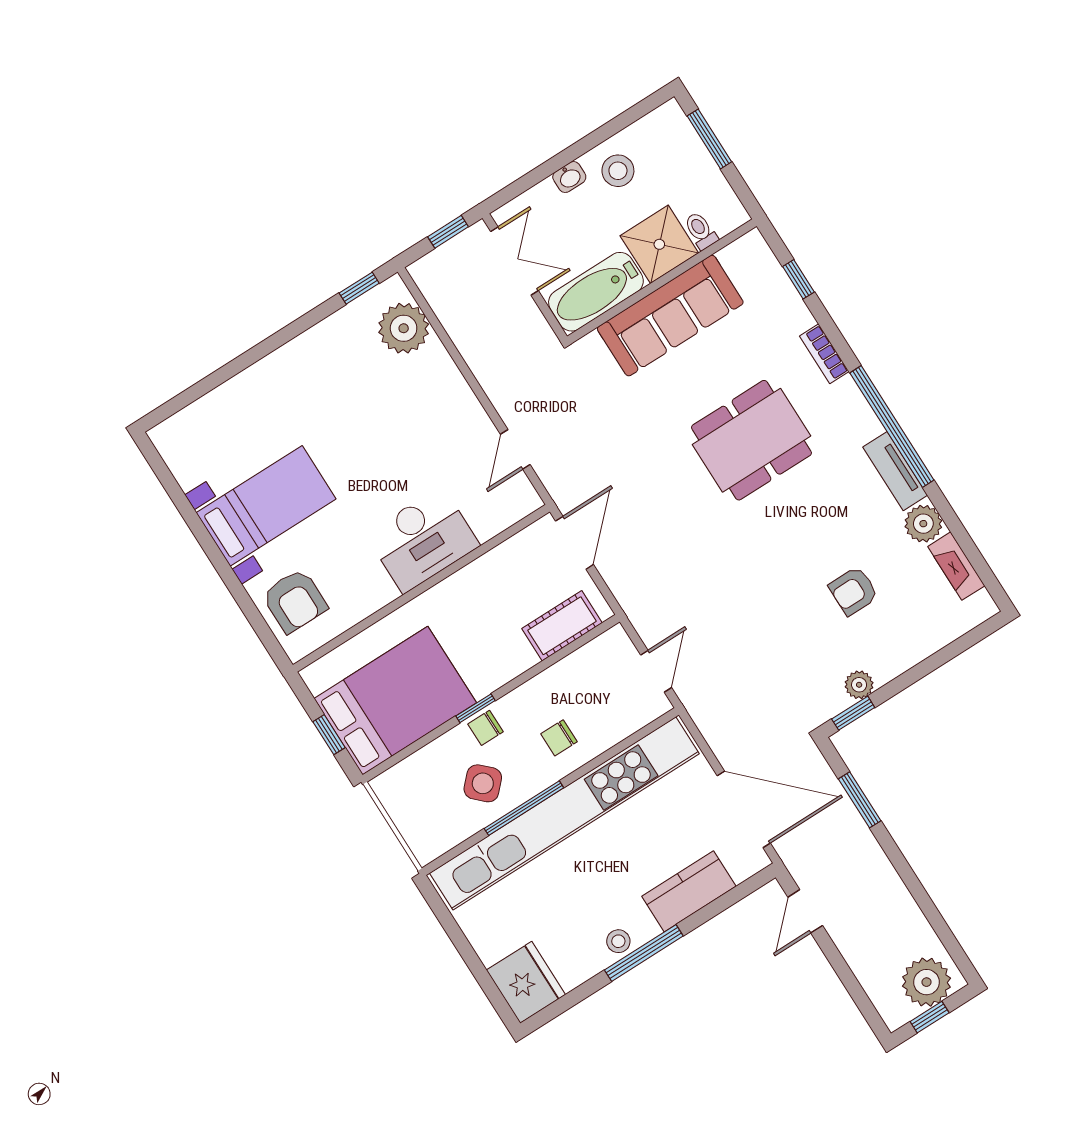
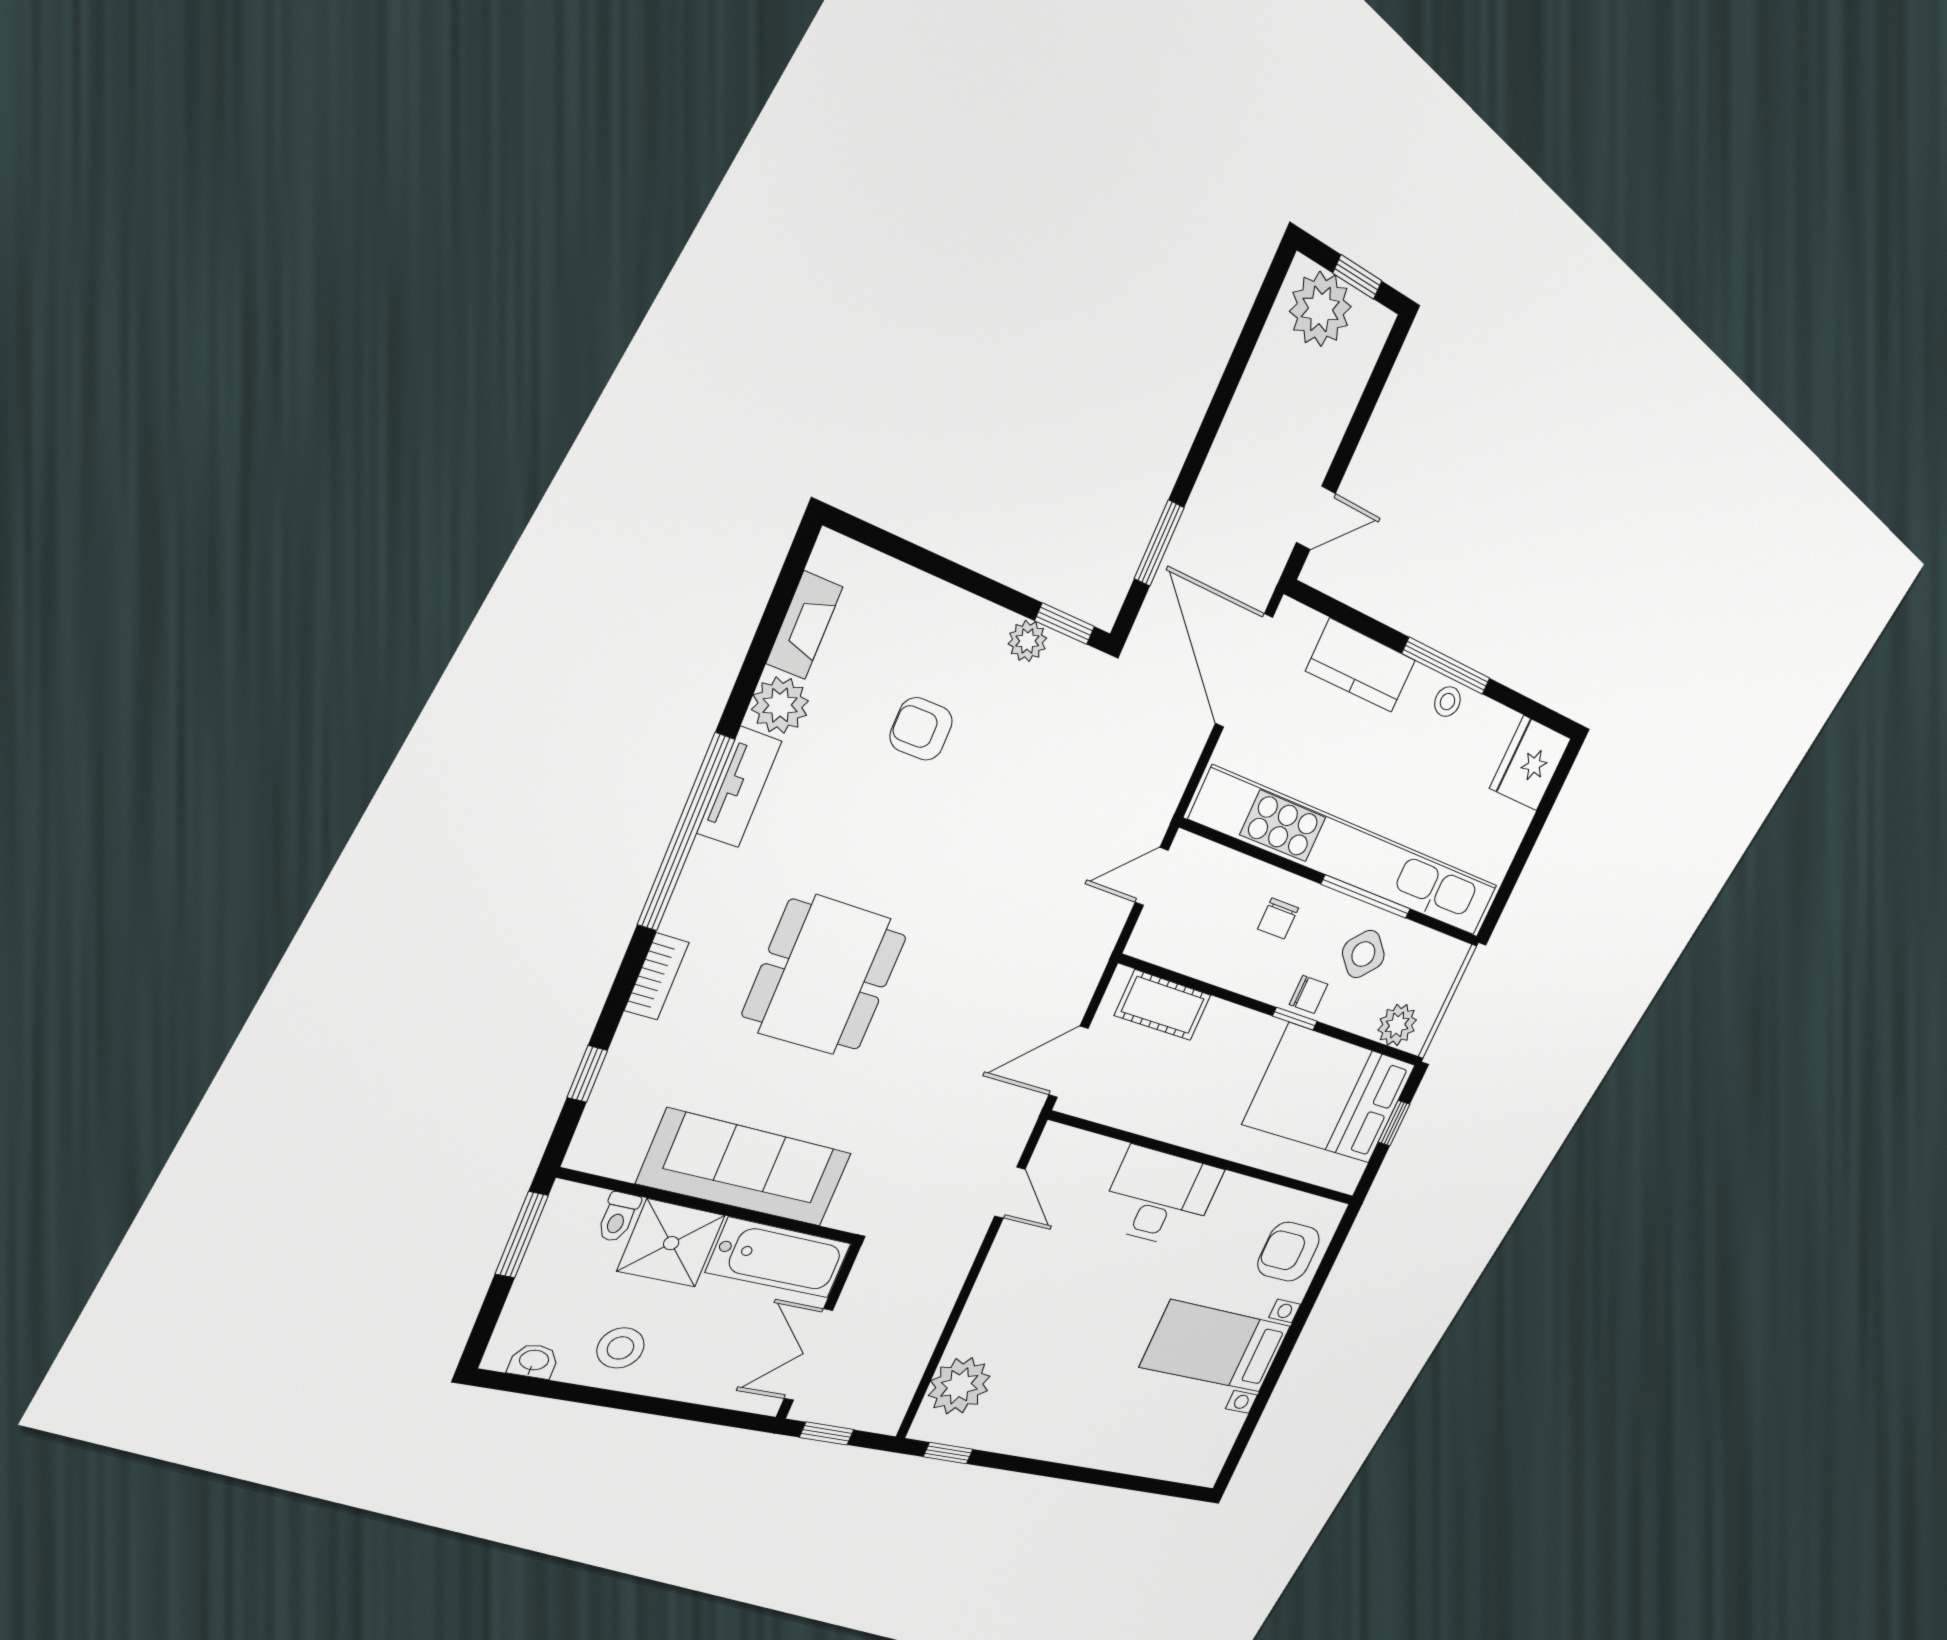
window: (709, 139) -> (522, 1235), moved
washbasin: (569, 177) -> (534, 1361), moved
dining table: (752, 440) -> (825, 976), turned 90
door: (515, 449) -> (1010, 1193), hinge flipped
armchair: (854, 591) -> (921, 729), turned 180
armchair: (295, 601) -> (1289, 1252), turned -90
chair: (559, 738) -> (1278, 918), turned 90
plant: (407, 779) -> (1397, 1025), added

